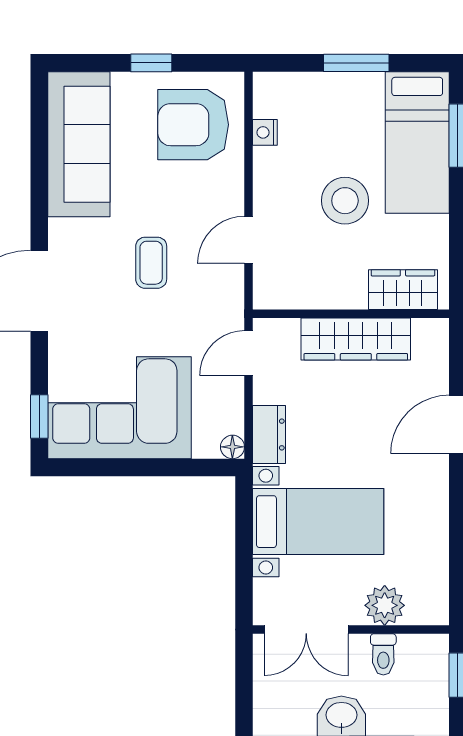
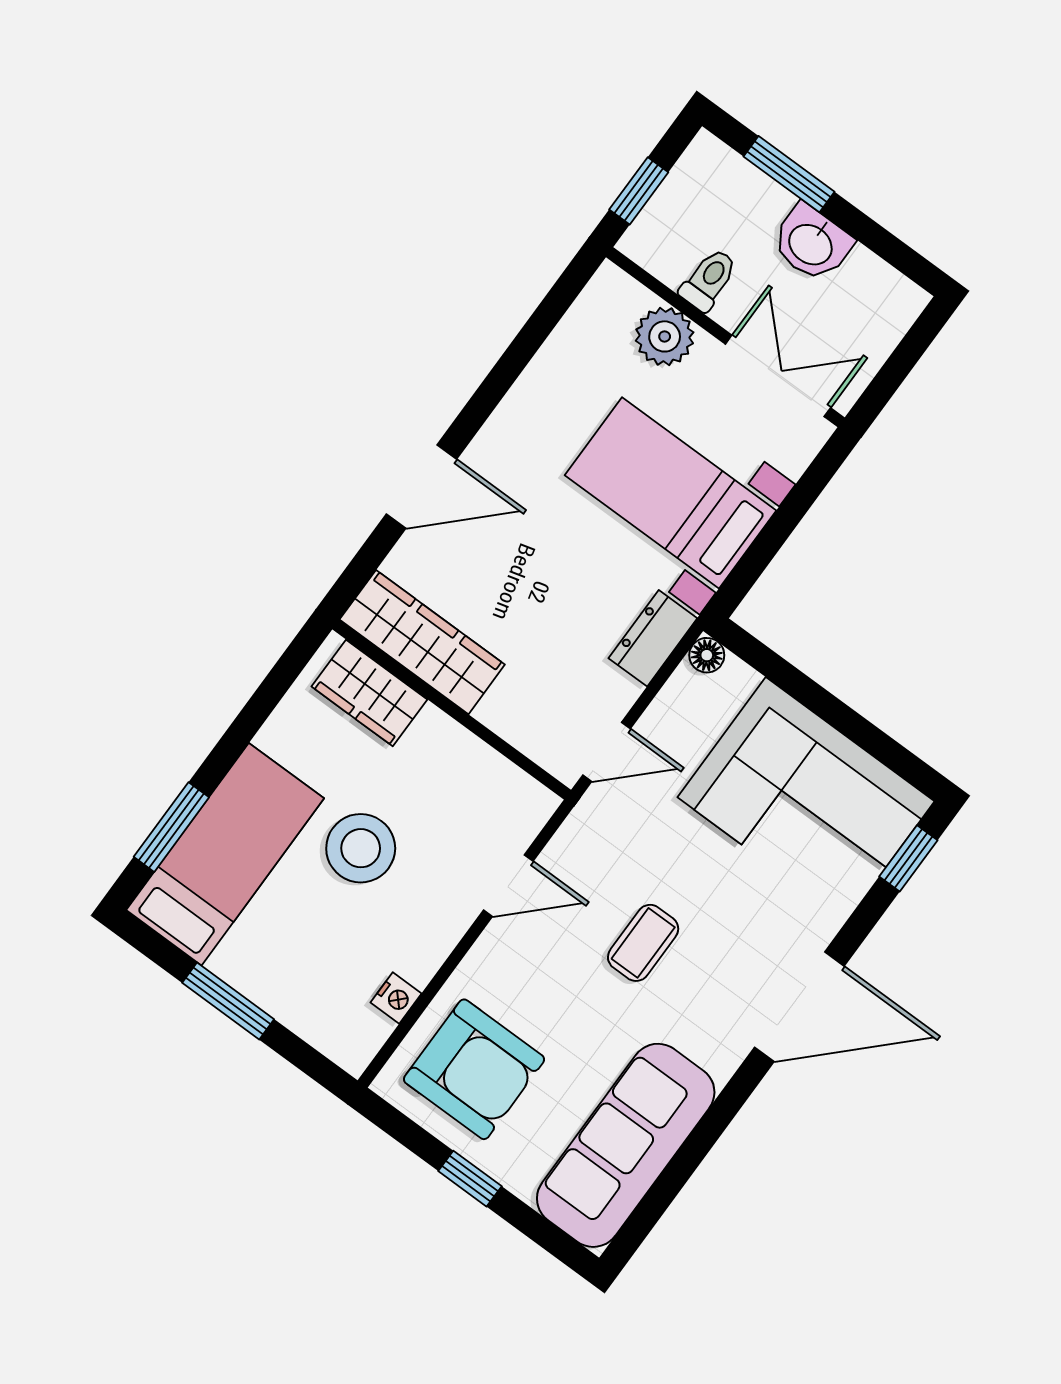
wardrobe: (356, 339) -> (422, 642), moved

